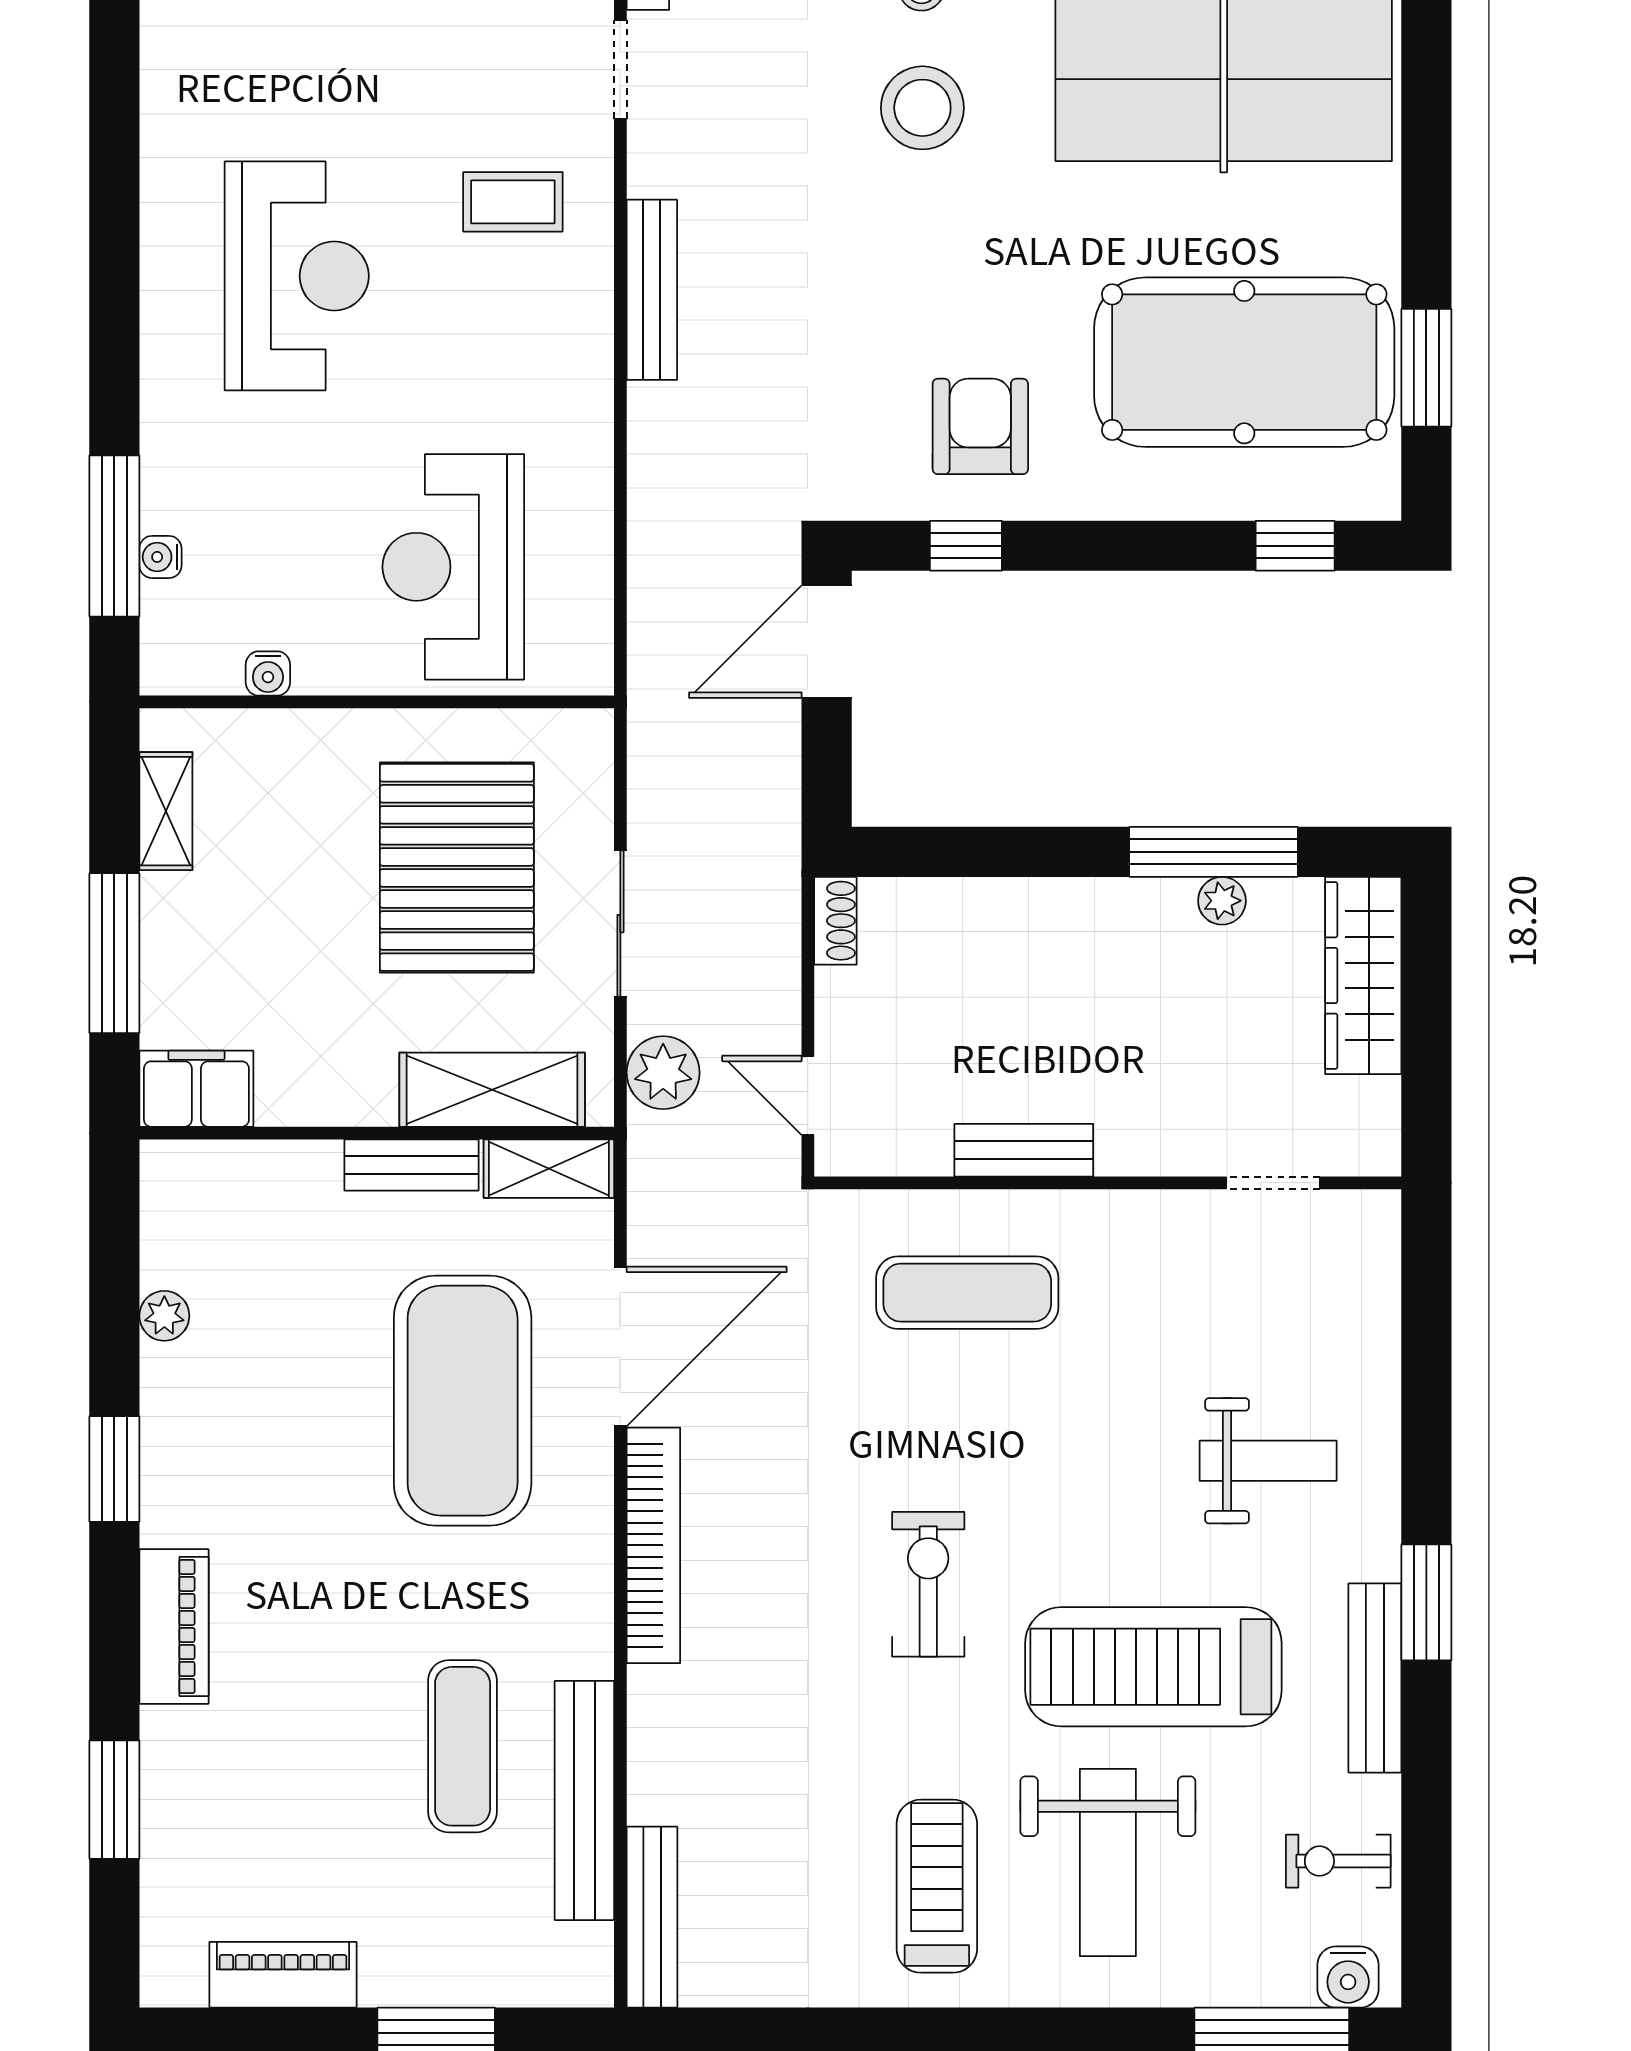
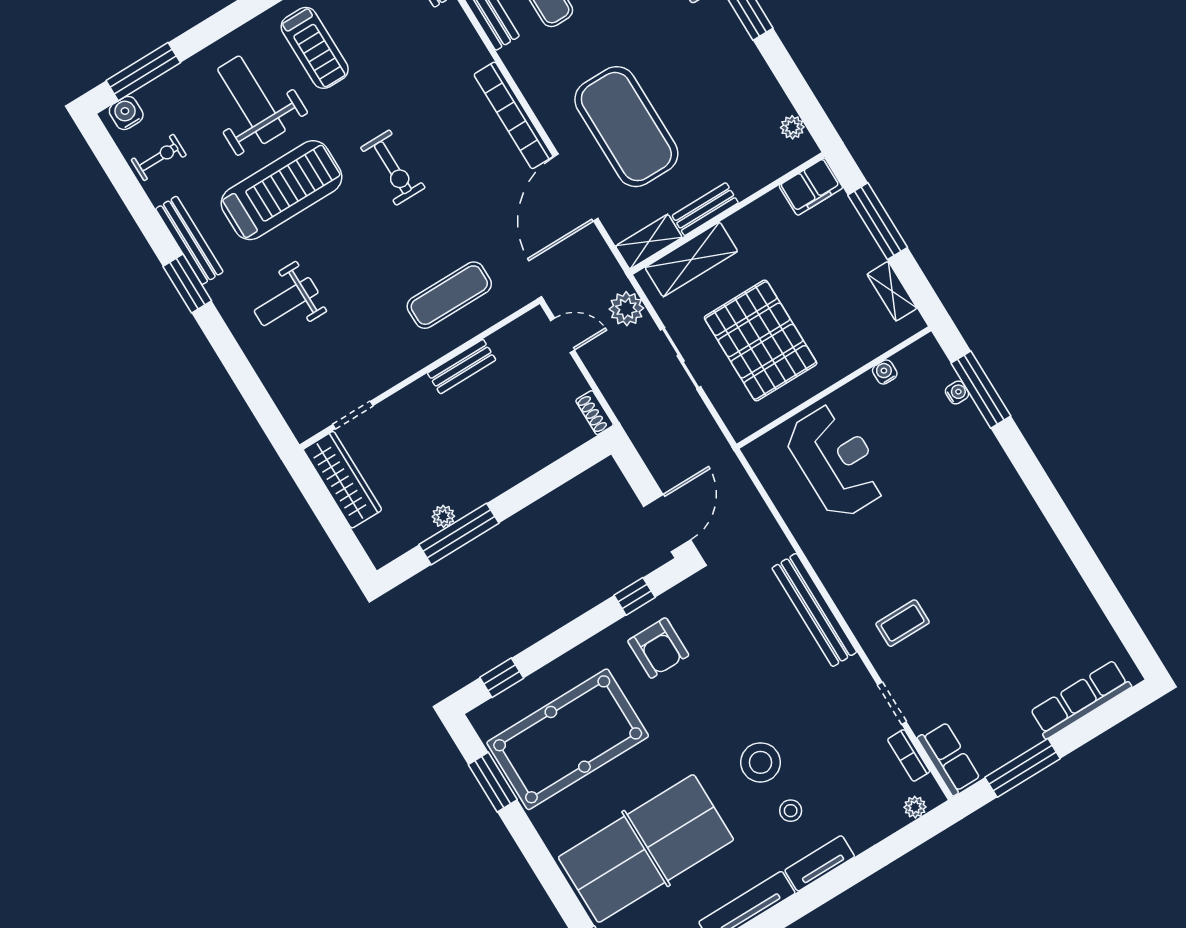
reception desk: (297, 276) -> (972, 540), removed
bench: (652, 290) -> (814, 610), width x1.37, depth x1.21
wardrobe: (1363, 975) -> (342, 480), moved
plant: (164, 1316) -> (792, 127), moved

